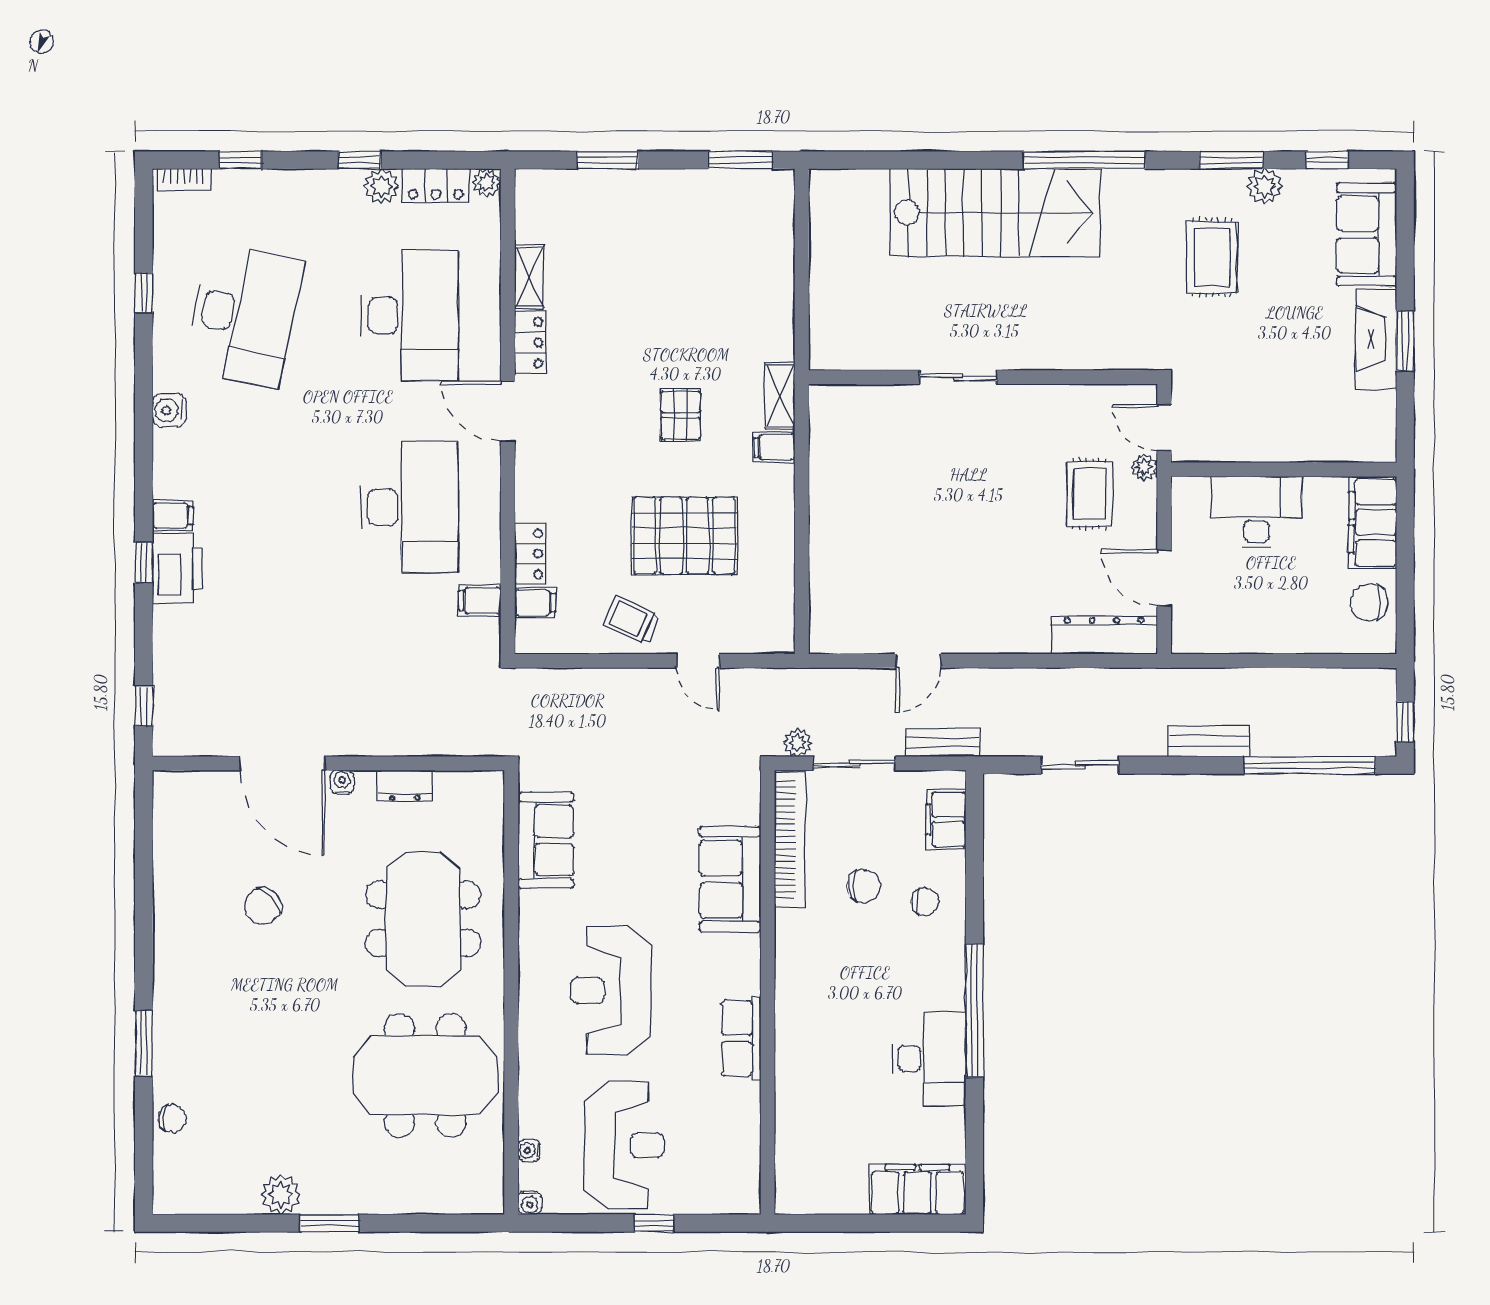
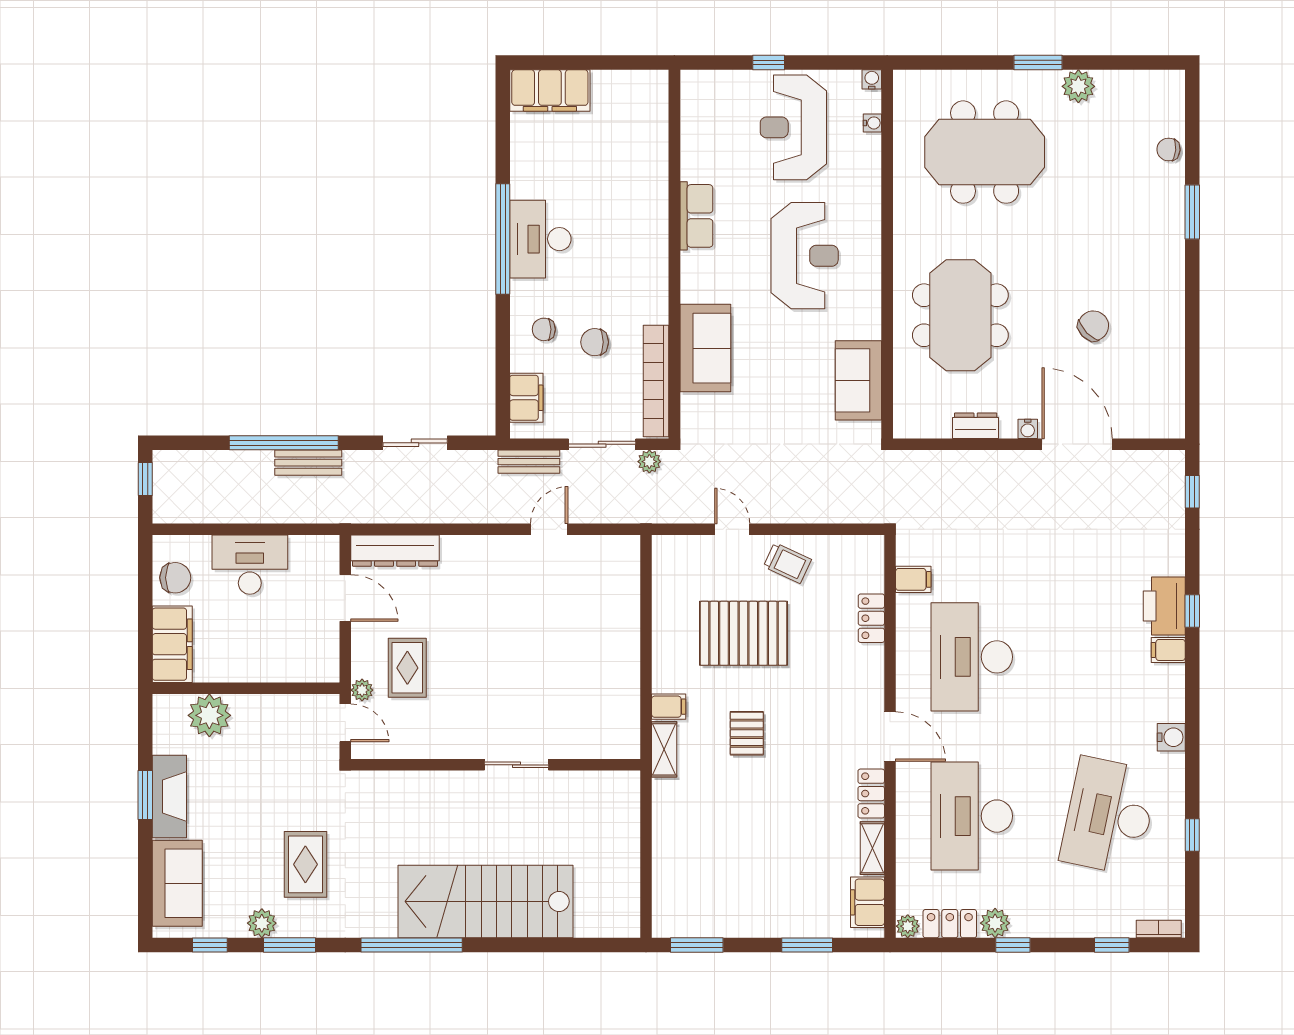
plant: (1328, 437) -> (209, 715), added
desk: (1256, 512) -> (250, 565), moved, turned 180
filing cabinet: (535, 603) -> (867, 902), moved, width x2.00
window: (1310, 765) -> (284, 443), moved
desk: (929, 1059) -> (540, 239), moved
meeting table: (425, 1075) -> (985, 152), moved

